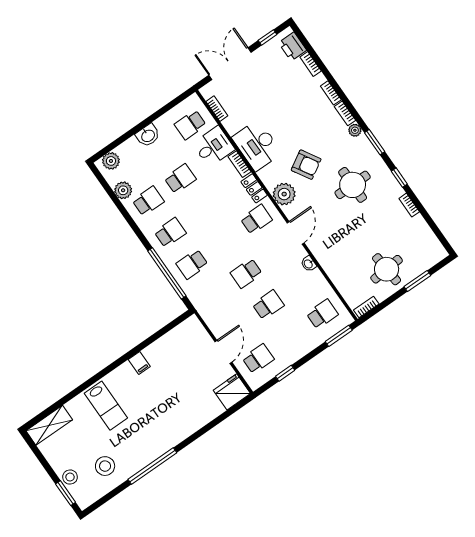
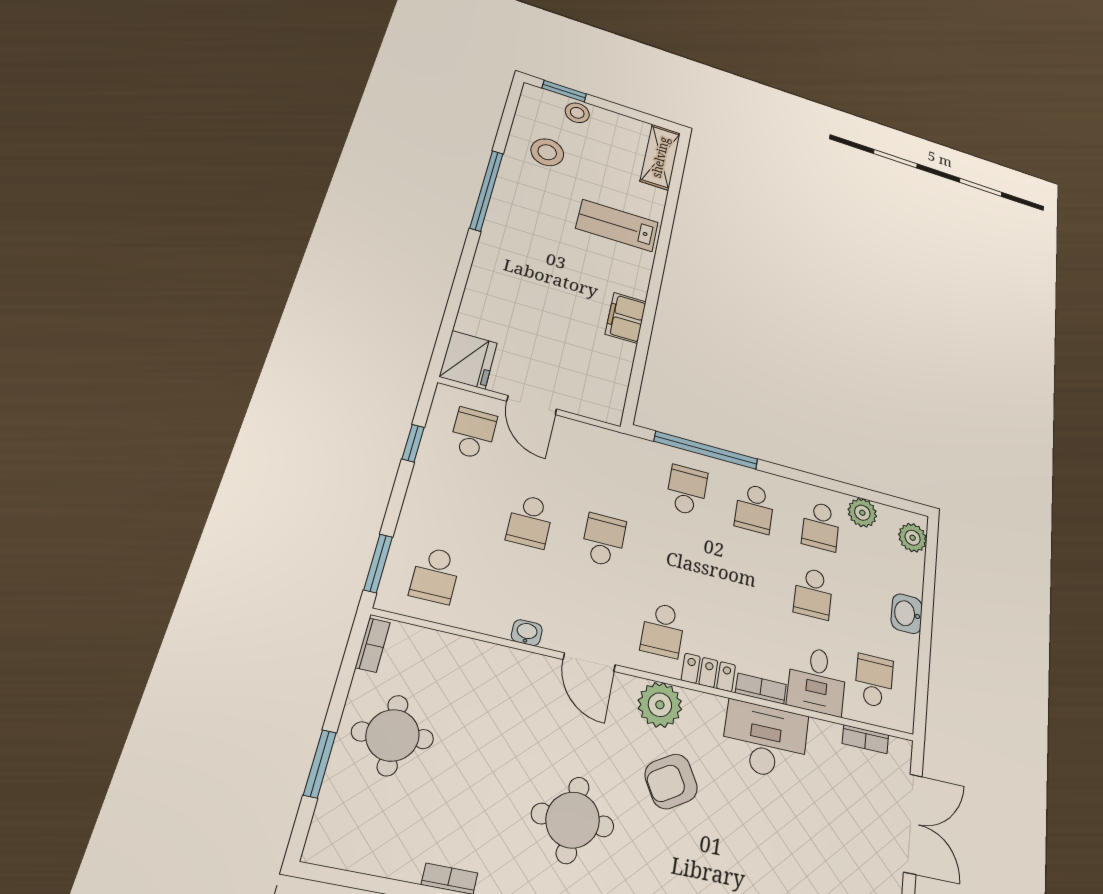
school desk: (258, 359) -> (473, 433), turned 180
filing cabinet: (139, 363) -> (626, 318), width x2.00

